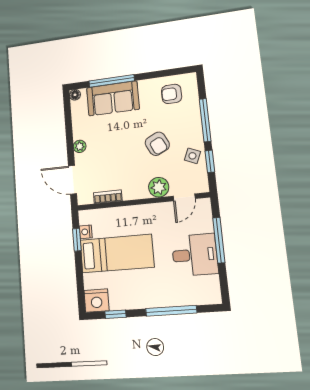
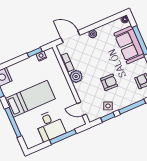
armchair: (157, 144) -> (109, 82), turned -152
door: (72, 180) -> (70, 37), hinge flipped
plant: (159, 187) -> (76, 76), moved
bed: (117, 254) -> (30, 99), moved, turned -90

